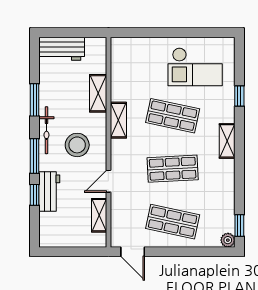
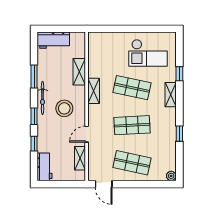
shelving: (227, 141) -> (171, 95), moved
window: (35, 156) -> (34, 116), width x0.67
workbench: (49, 192) -> (45, 167), moved
window: (239, 225) -> (179, 134), moved

